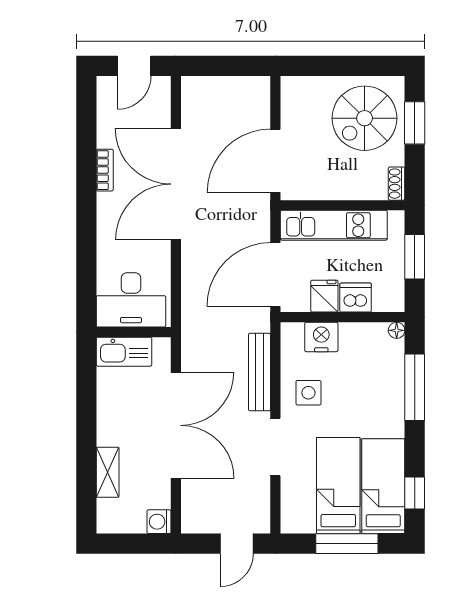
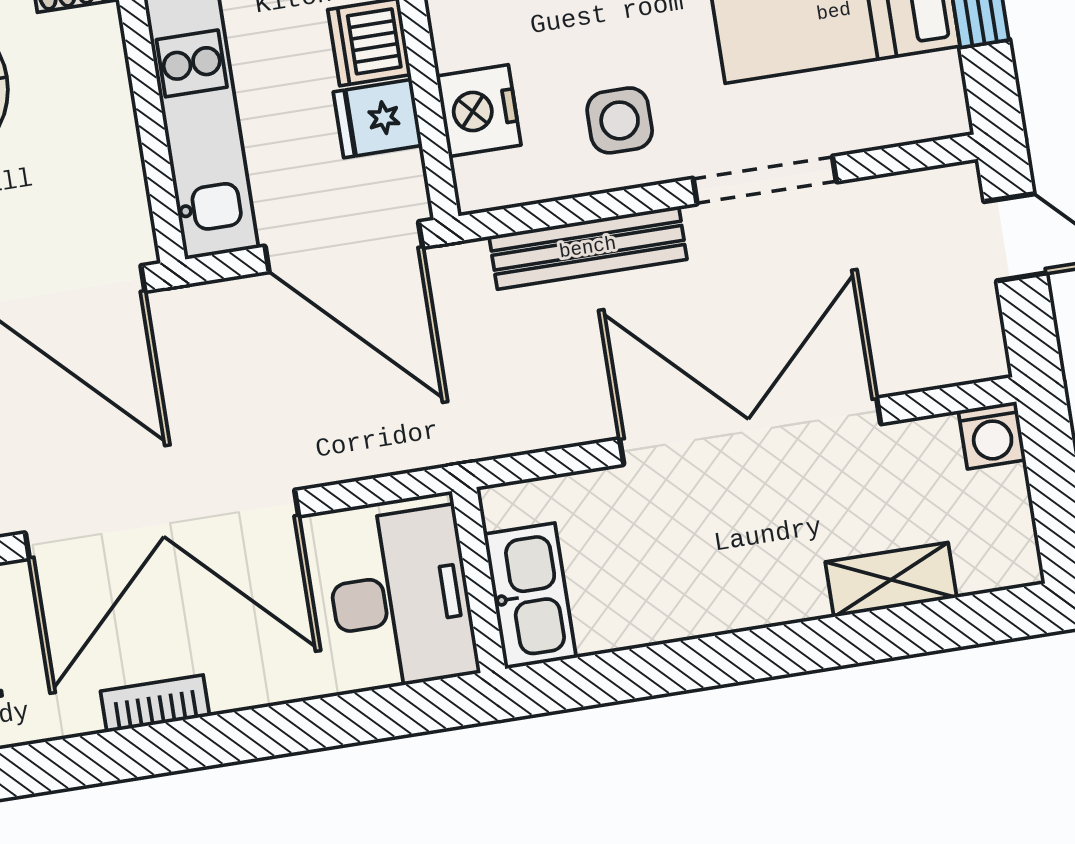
desk: (131, 300) -> (401, 599), moved
wall: (134, 332) -> (479, 580), moved
kitchen sink: (124, 352) -> (530, 596), moved

